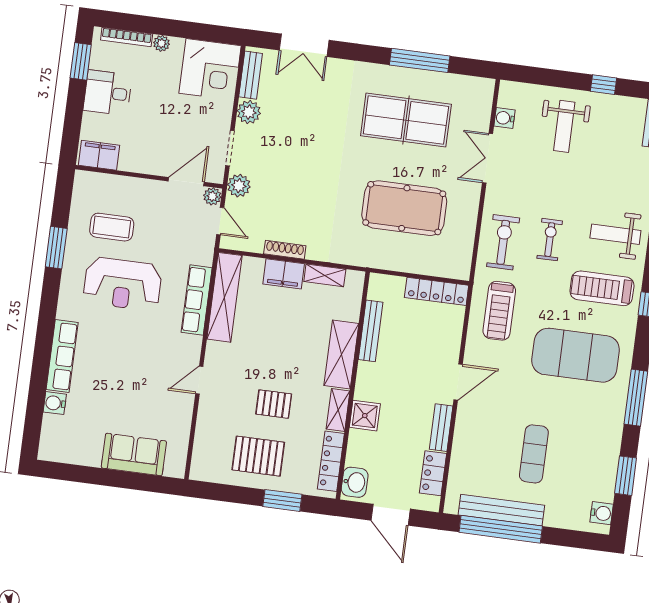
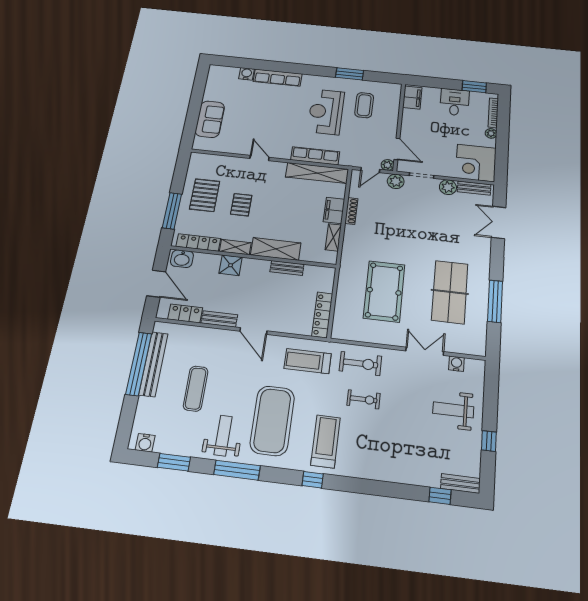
weight bench: (615, 234) -> (223, 436), moved
bench: (371, 331) -> (287, 268), width x0.73
exercise mat: (534, 454) -> (196, 389), turned 90
window: (282, 500) -> (172, 211), width x1.44
door: (391, 515) -> (156, 284), swing flipped

